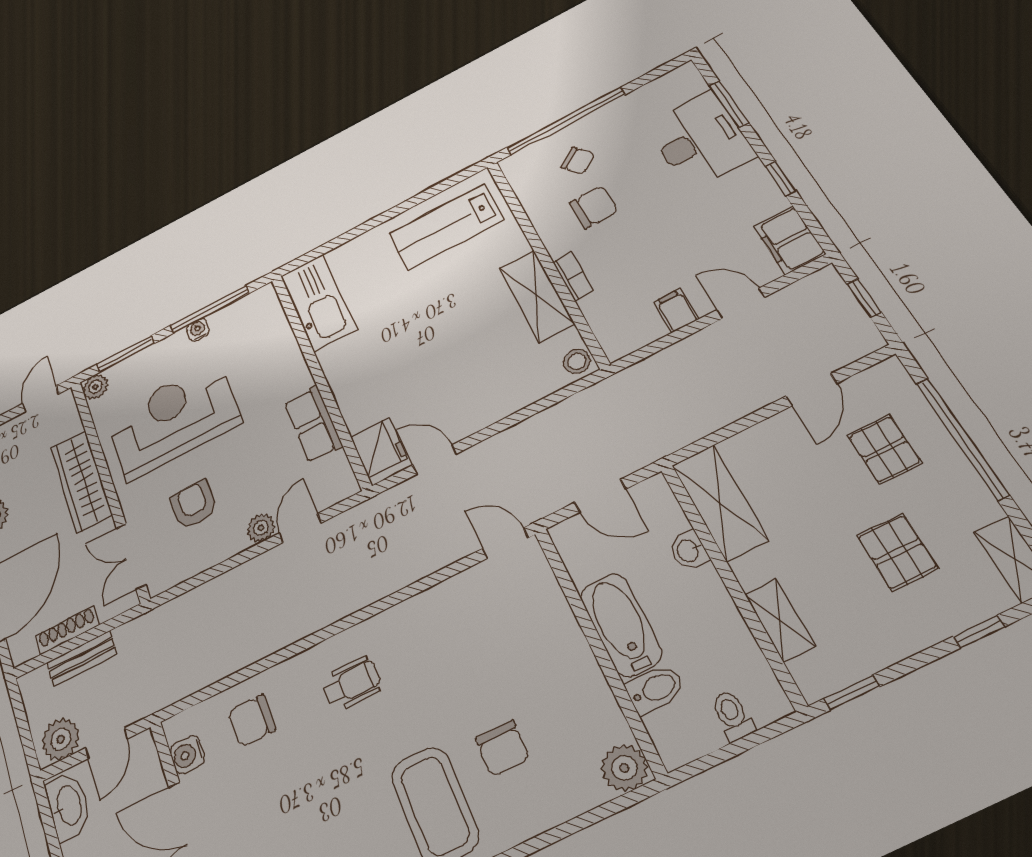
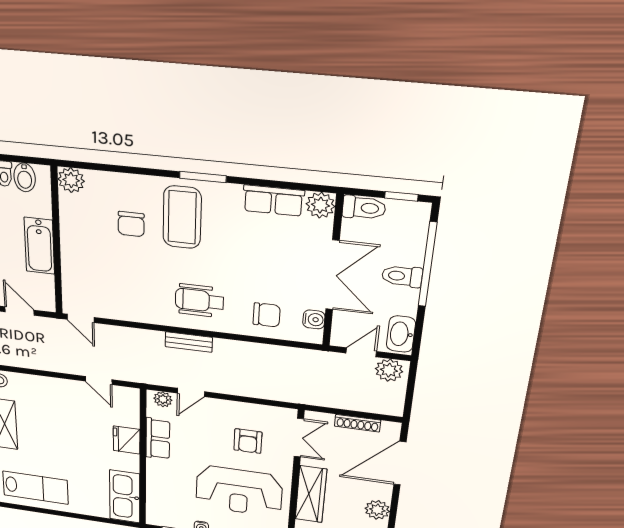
fridge: (379, 448) -> (127, 440), moved
plant: (261, 528) -> (163, 399), moved
bench: (82, 659) -> (189, 342), moved
wheelchair: (352, 684) -> (199, 301), width x1.36, depth x1.37
bidet: (655, 689) -> (25, 177), moved, turned -90
chair: (502, 748) -> (131, 224), turned 180

